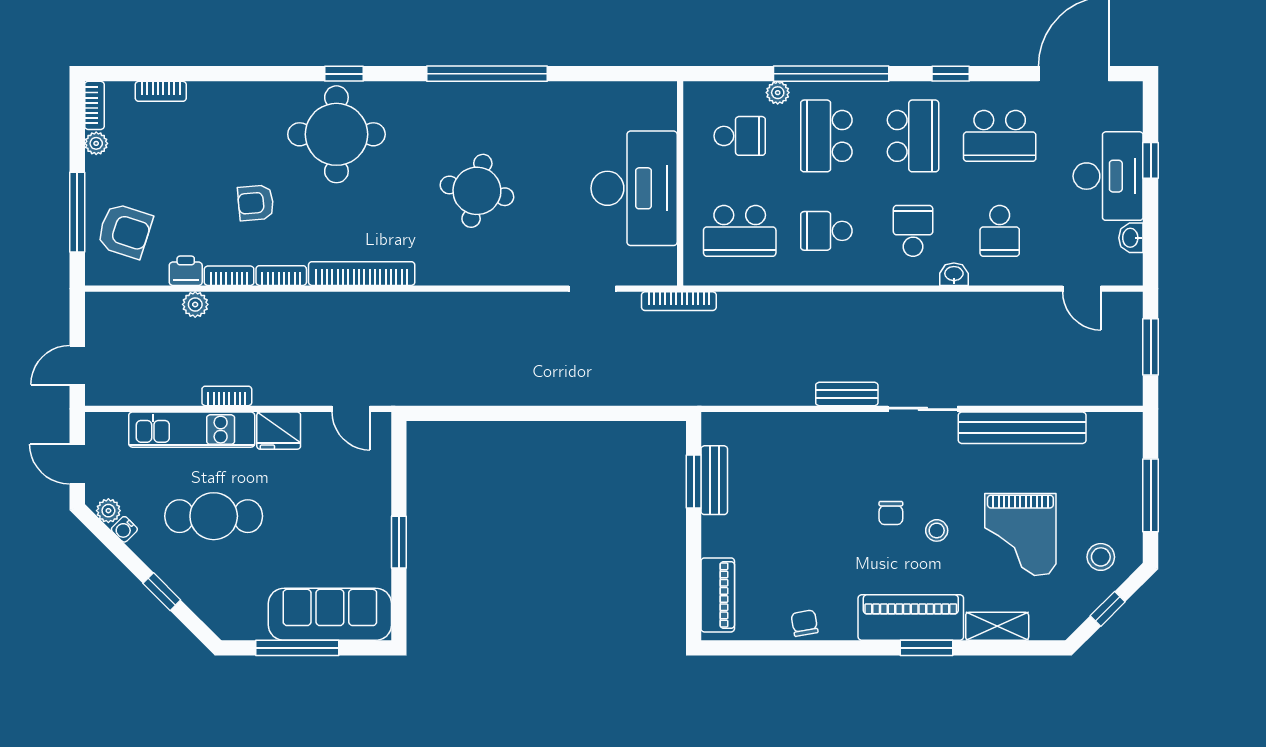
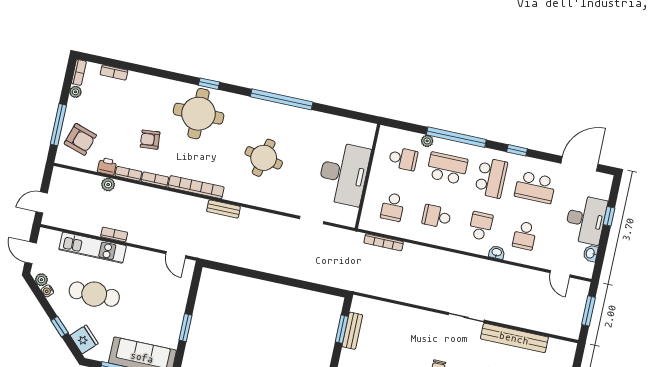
school desk: (826, 136) -> (447, 168), turned 90
school desk: (740, 231) -> (393, 207), width x0.54
bookcase: (679, 301) -> (384, 242), moved
bench: (847, 394) -> (223, 209), moved
fridge: (279, 431) -> (84, 339), moved, turned -135

